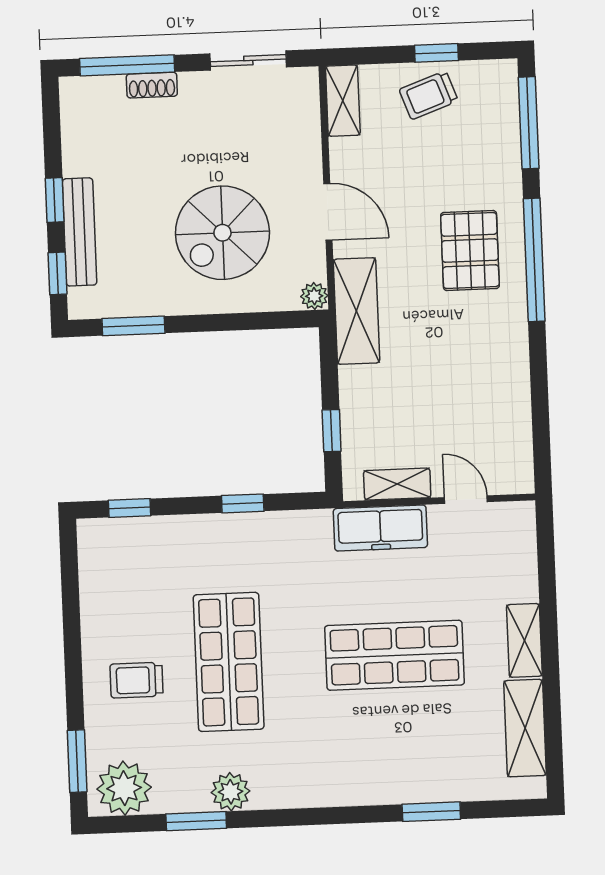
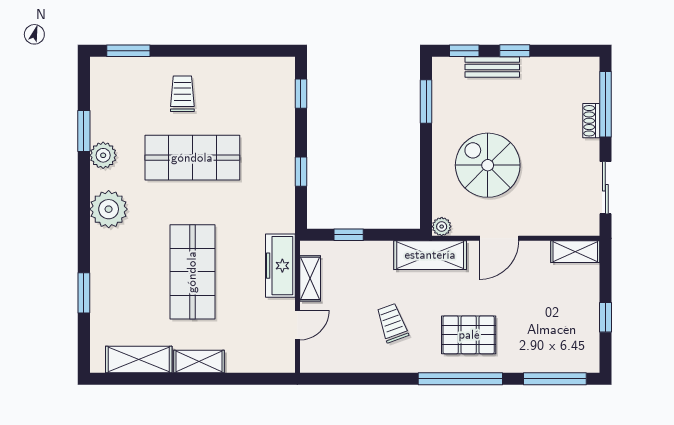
trolley: (429, 95) -> (392, 323), moved
bench: (80, 232) -> (492, 67), width x0.73
plant: (124, 788) -> (109, 209), moved

